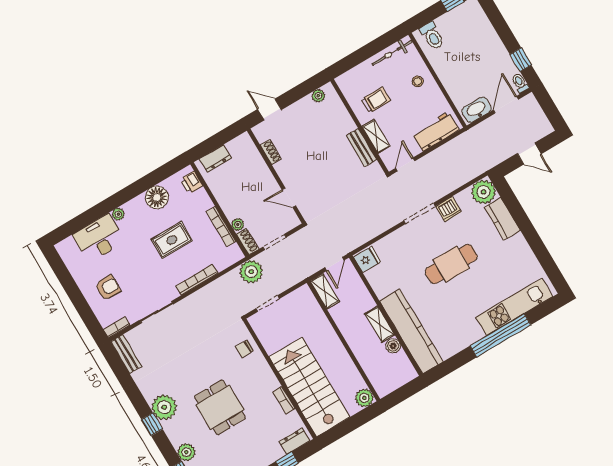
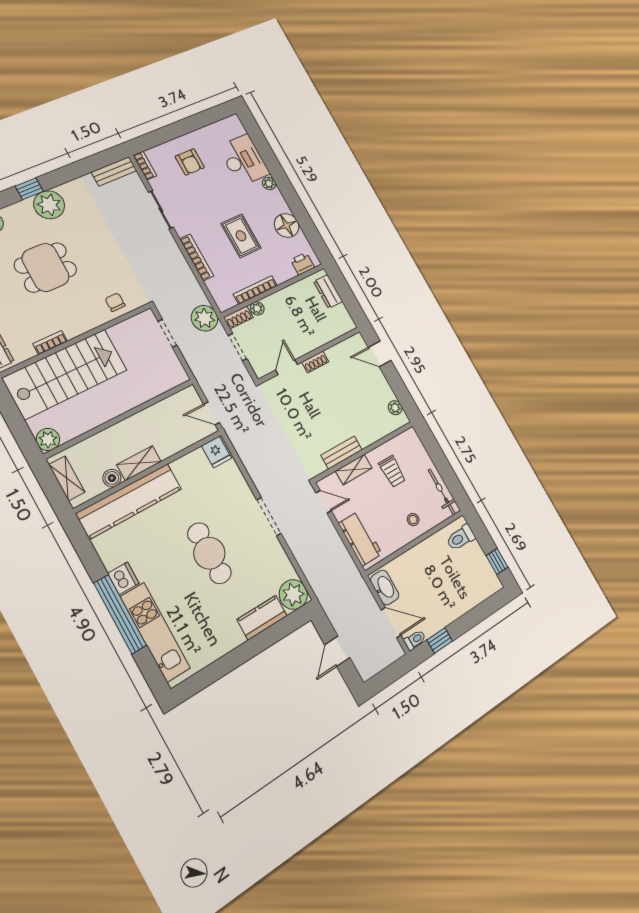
door: (270, 109) -> (380, 354), swing flipped
shoe rack: (271, 152) -> (315, 362), moved
dishwasher: (448, 209) -> (123, 578), moved, turned 180
shelving: (325, 291) -> (67, 478), moved, turned 90

